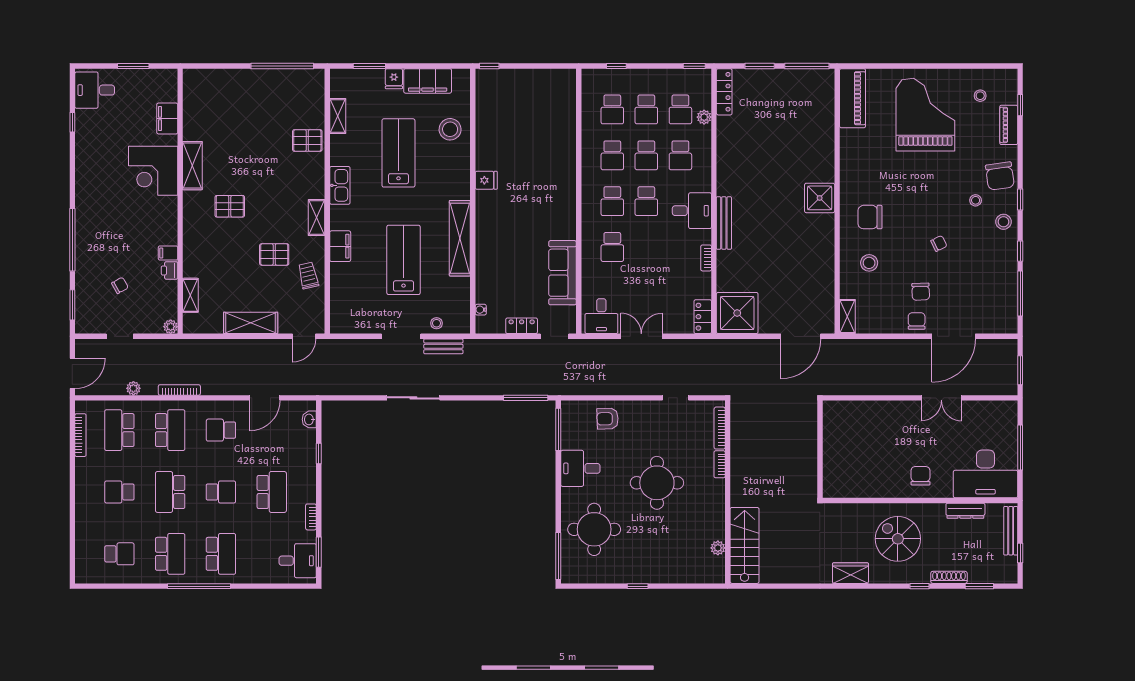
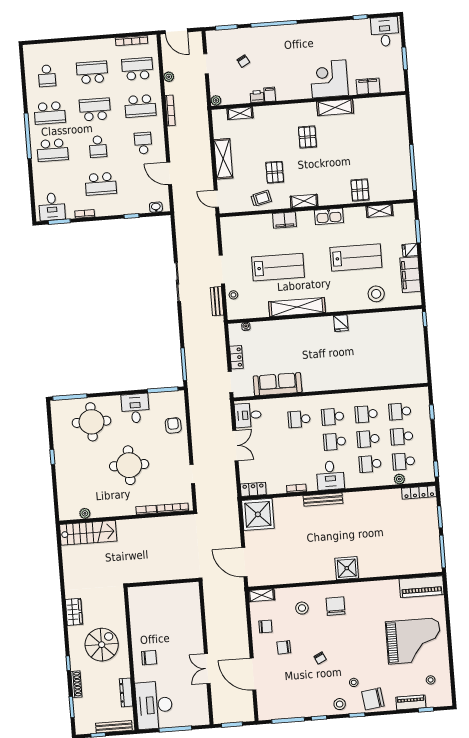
chair: (917, 321) -> (265, 626), moved
school desk: (119, 492) -> (92, 72), width x1.85

